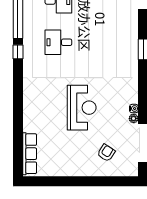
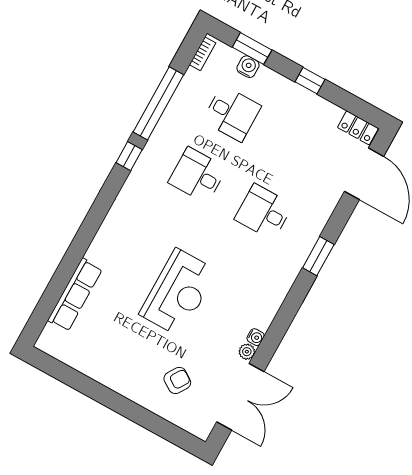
desk: (103, 42) -> (264, 212), added
row of seats: (30, 154) -> (75, 295), moved

